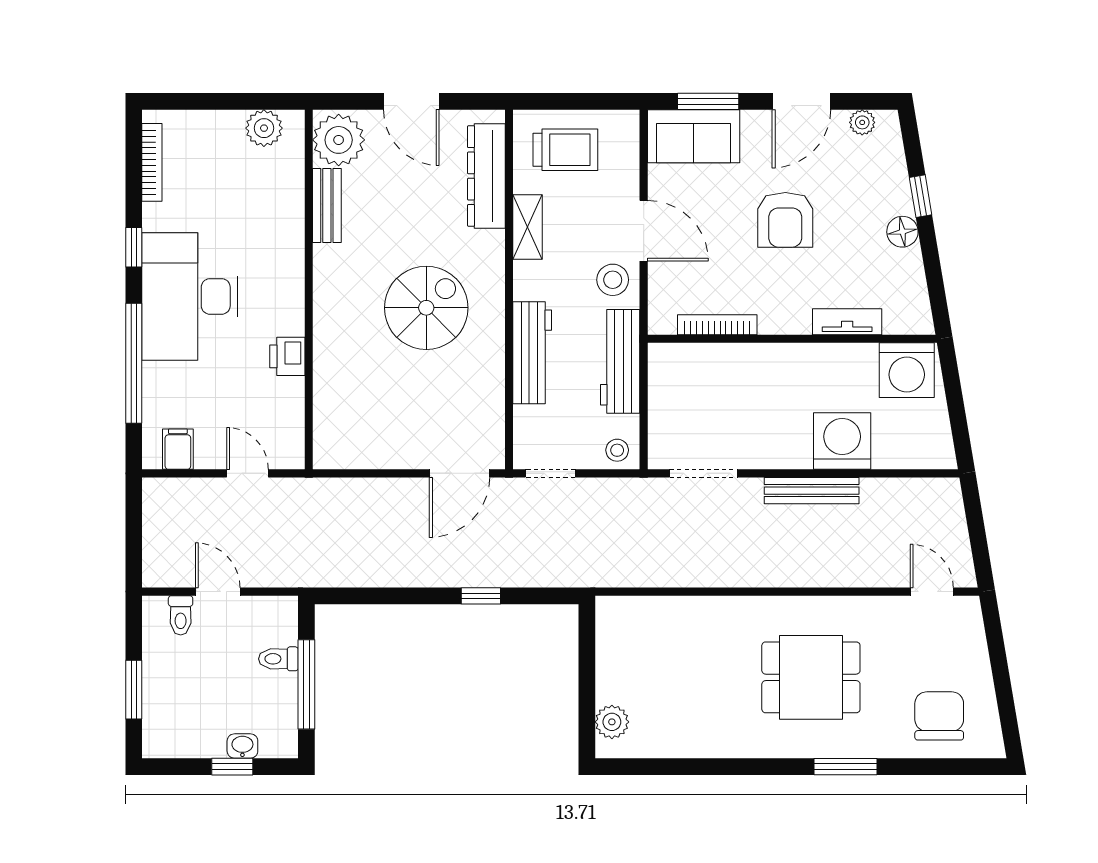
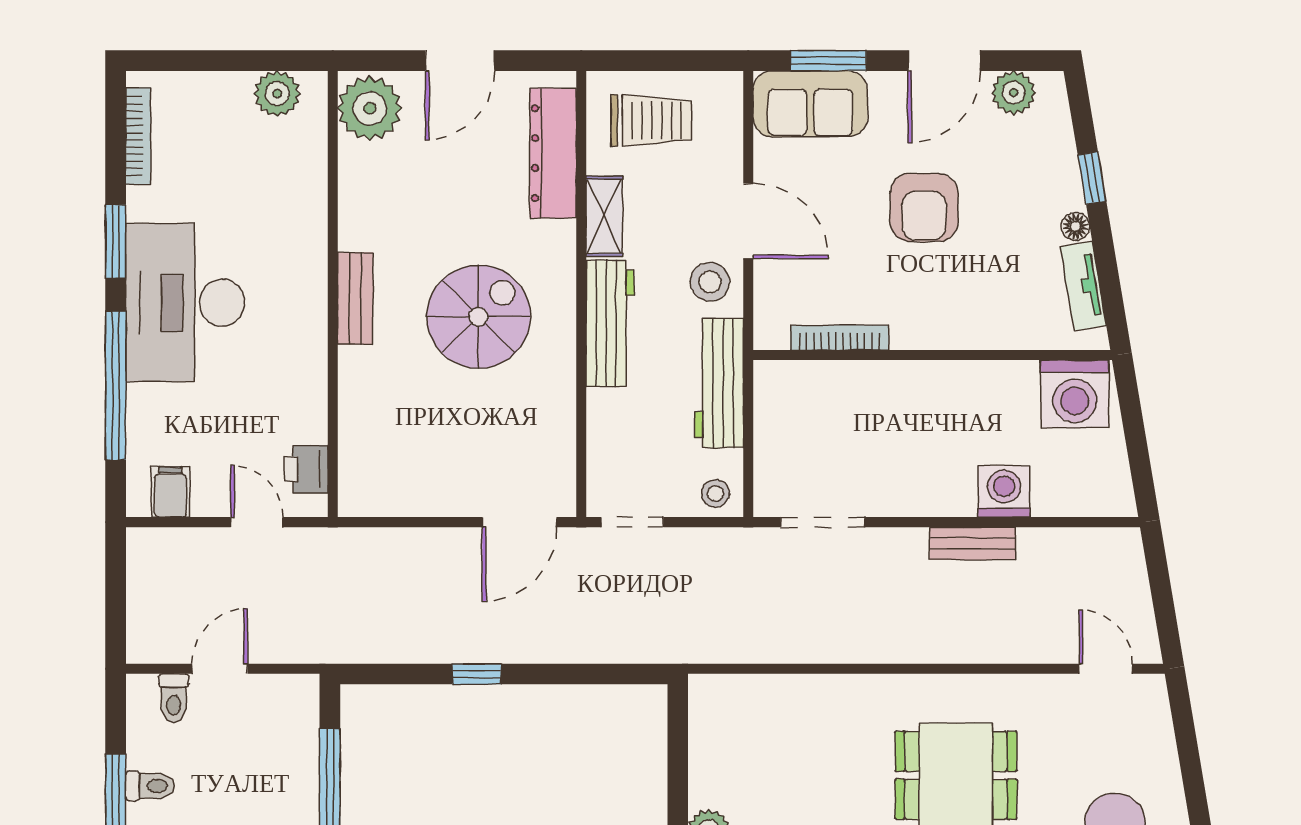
door: (411, 101) -> (460, 61), hinge flipped
plant: (862, 122) -> (1014, 93), width x1.38, depth x1.38
bench: (327, 206) -> (355, 298), moved
floor lamp: (902, 232) -> (1075, 226), width x0.73, depth x0.73
window: (134, 247) -> (116, 241), width x1.50
tv unit: (847, 322) -> (1083, 286), moved, turned -100
workbench: (532, 353) -> (610, 323), moved
printer: (287, 356) -> (306, 469), moved
washing machine: (842, 441) -> (1004, 492), width x0.73, depth x0.73
bench: (812, 491) -> (973, 543), width x0.73
door: (218, 592) -> (220, 669), hinge flipped
window: (481, 596) -> (477, 674), moved
toilet: (278, 659) -> (150, 786), moved, turned 180

